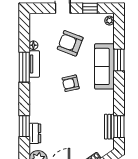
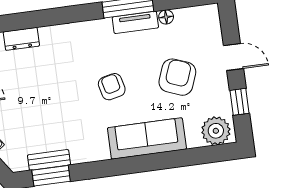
plant: (109, 21) -> (216, 131), width x1.88, depth x1.88
window: (119, 60) -> (161, 161), removed
window: (24, 126) -> (31, 20), removed

